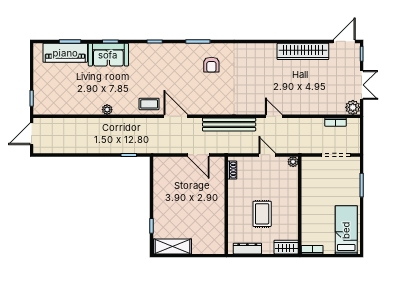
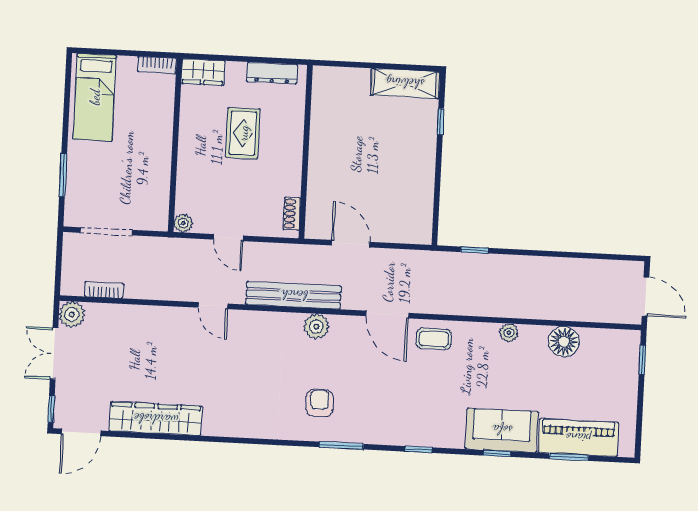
floor lamp: (76, 106) -> (564, 342), added
plant: (215, 108) -> (316, 326), added
door: (32, 134) -> (646, 297), hinge flipped

